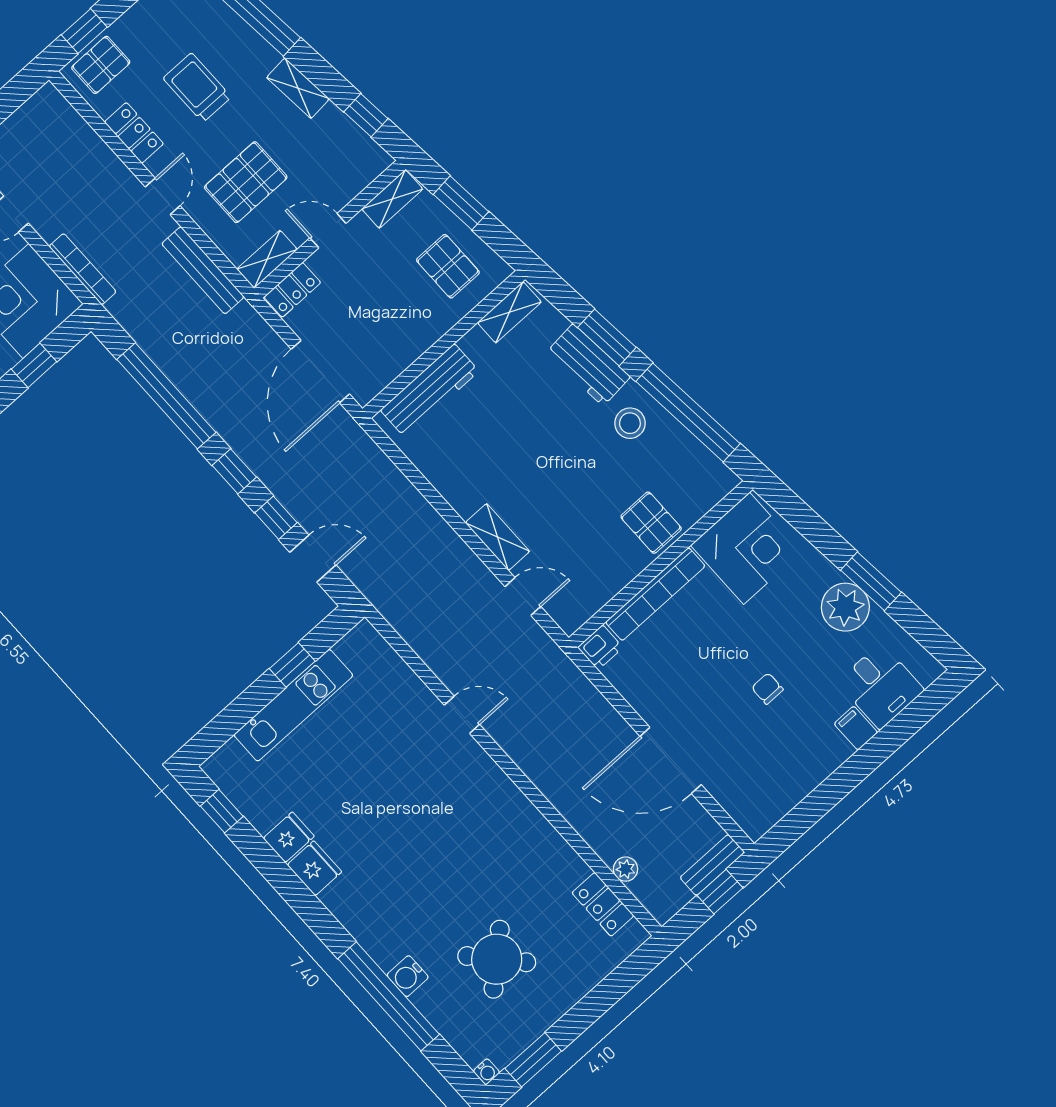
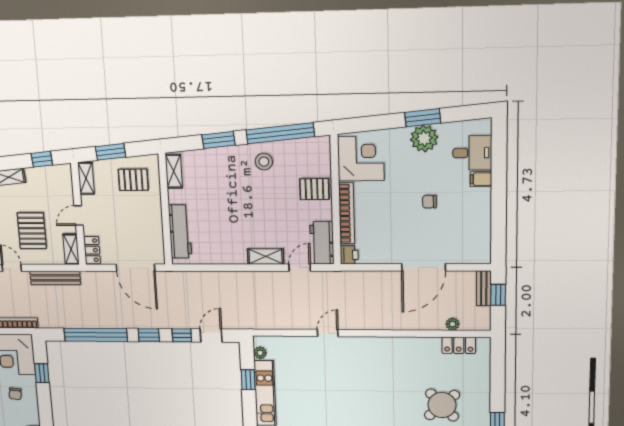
workbench: (588, 365) -> (322, 243), moved, turned 95
plant: (348, 648) -> (260, 353), added

